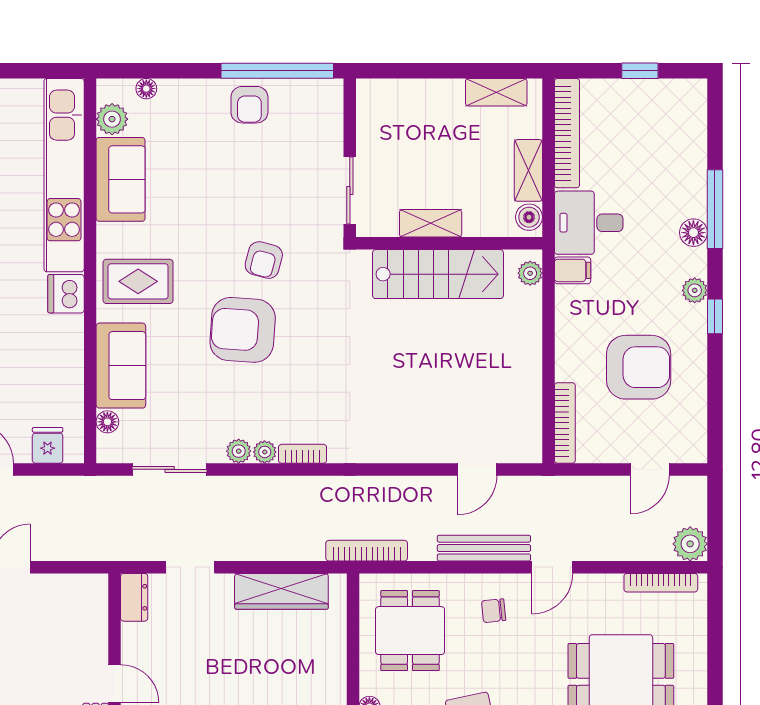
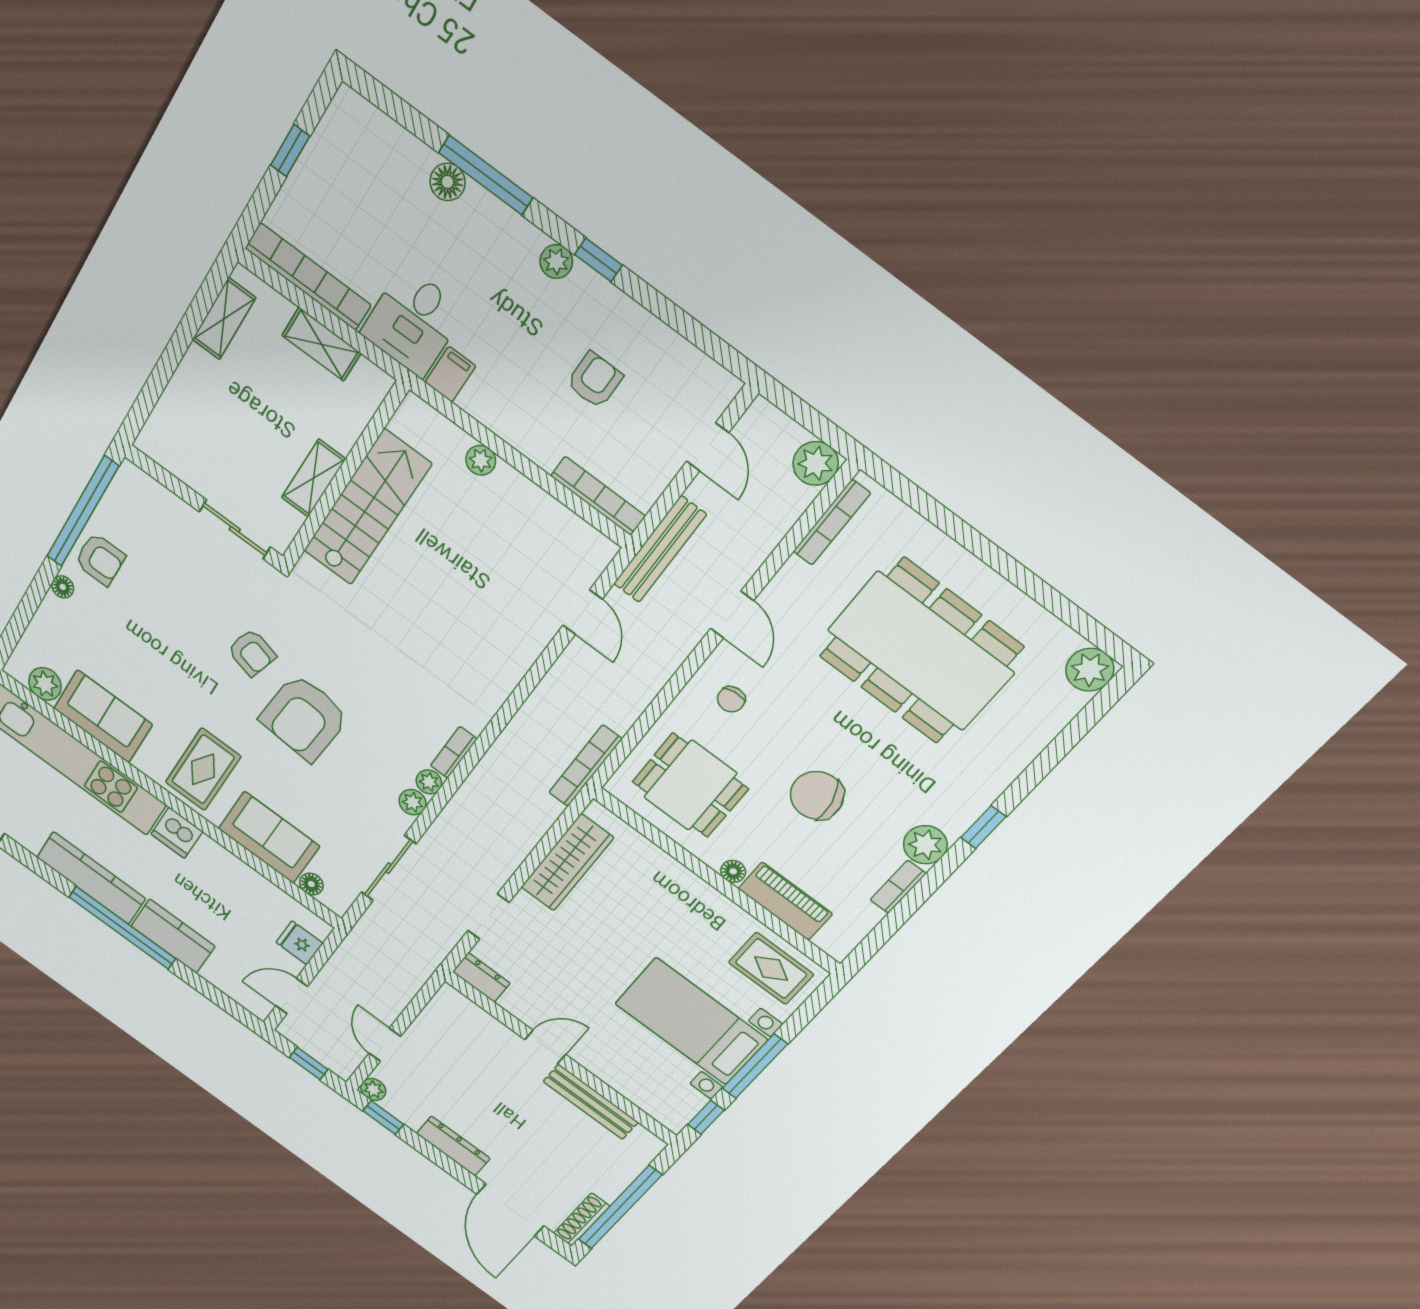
floor lamp: (146, 89) -> (63, 587), moved
boiler: (529, 217) -> (368, 378), removed
floor lamp: (693, 233) -> (448, 182), moved
plant: (530, 273) -> (481, 460), moved
armchair: (639, 367) -> (595, 380), width x0.53, depth x0.53
bench: (484, 548) -> (660, 549), moved

